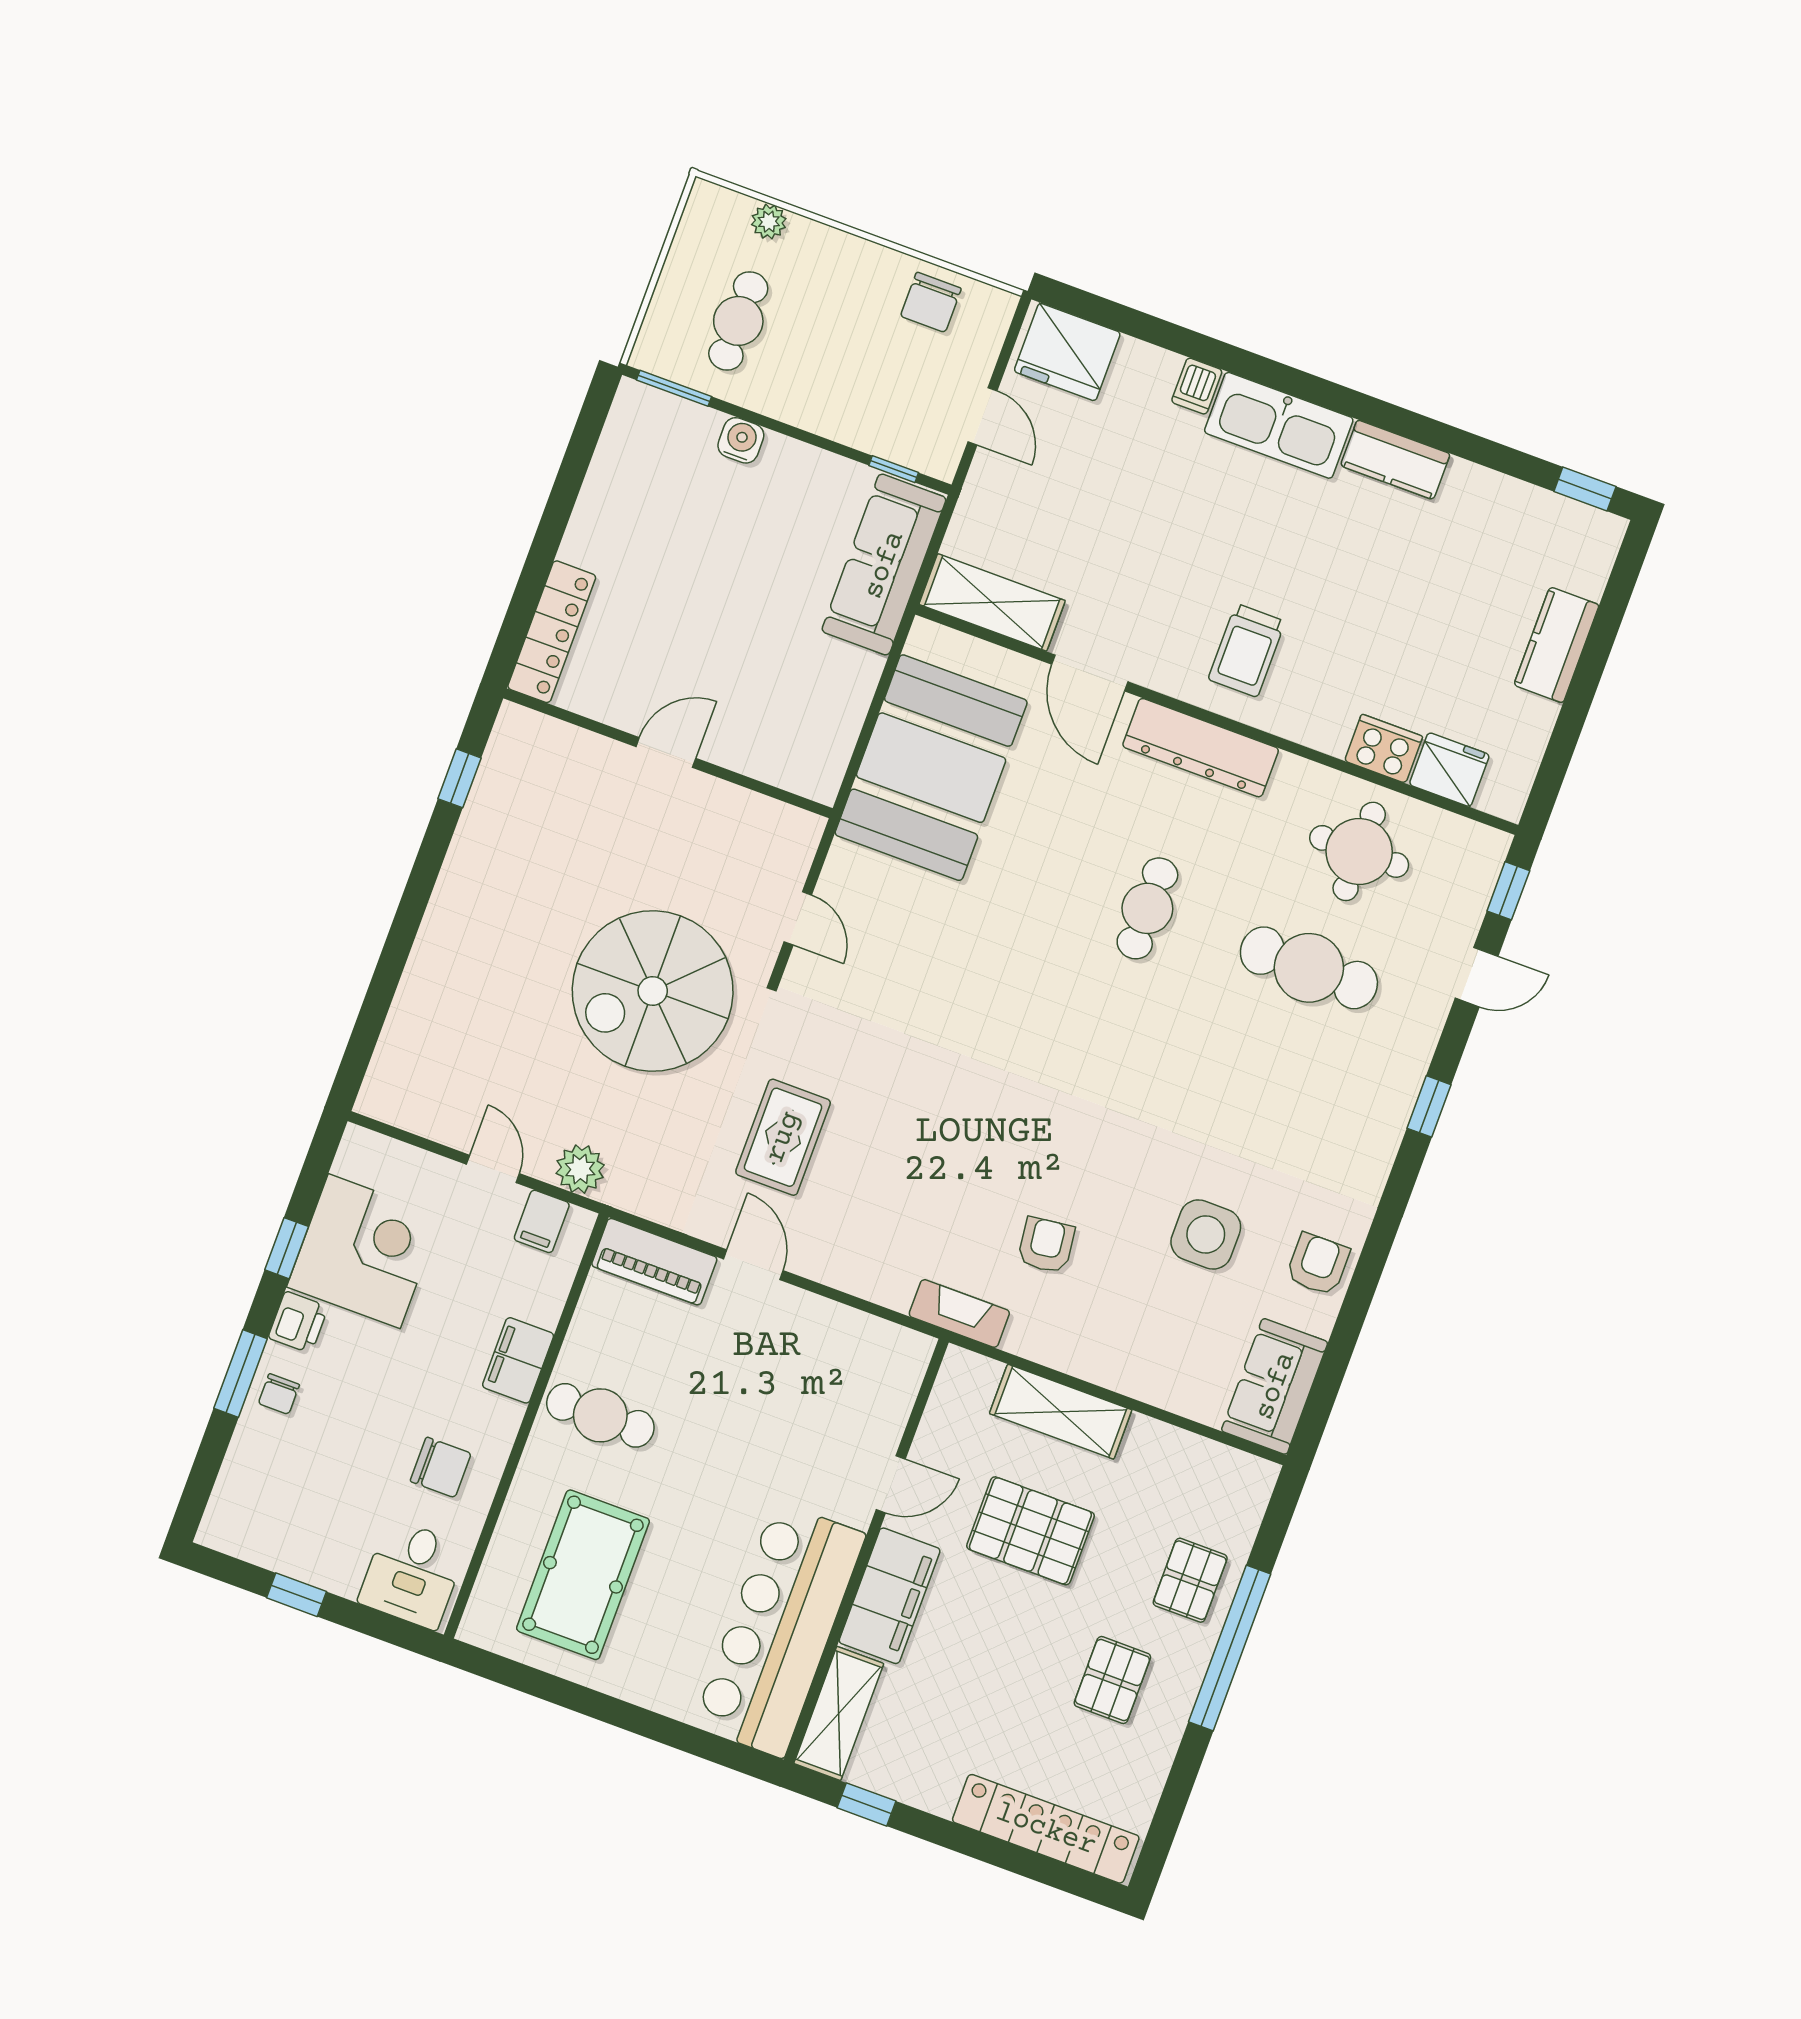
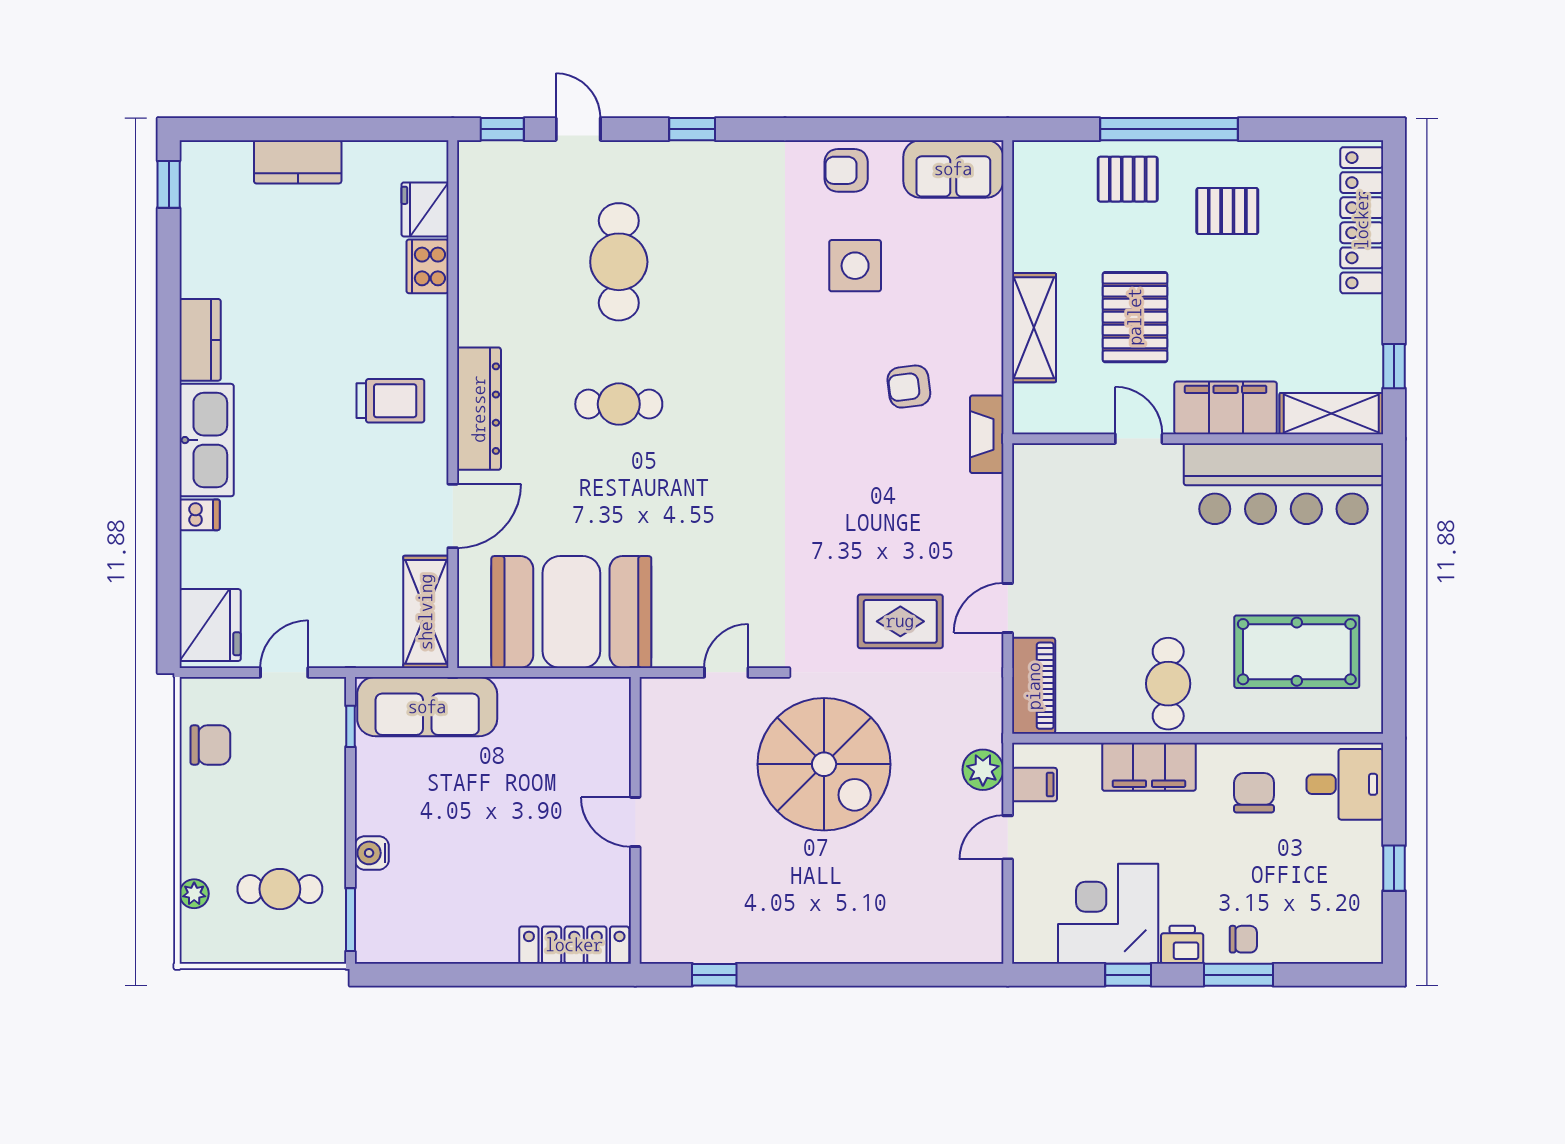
round table: (1359, 851) -> (514, 256), removed
filing cabinet: (518, 1360) -> (1149, 767), width x1.50, depth x1.17

